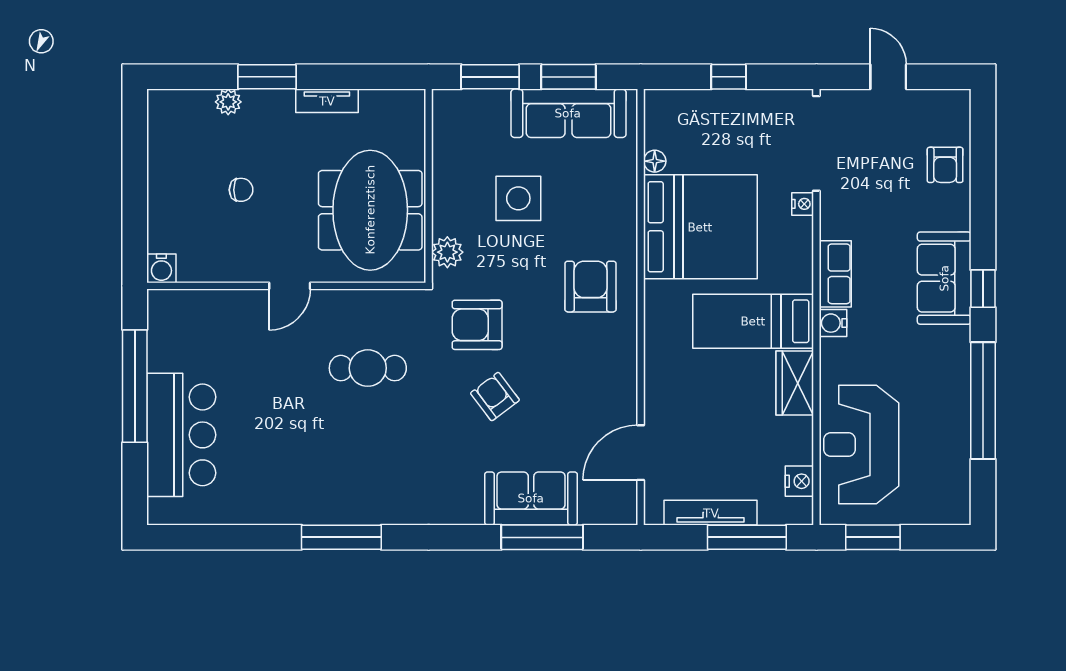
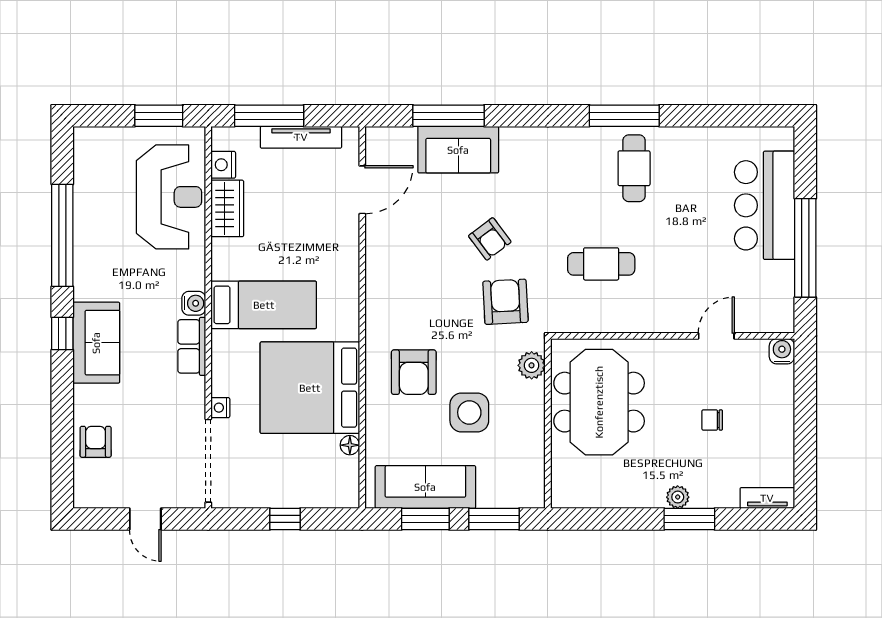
tv unit: (327, 101) -> (767, 498), moved
plant: (228, 102) -> (678, 497), moved
door: (290, 286) -> (716, 336), moved
armchair: (590, 287) -> (414, 372), moved
armchair: (477, 325) -> (505, 302), turned -93
wardrobe: (795, 383) -> (227, 208), moved
cafe table: (330, 477) -> (634, 168), added

